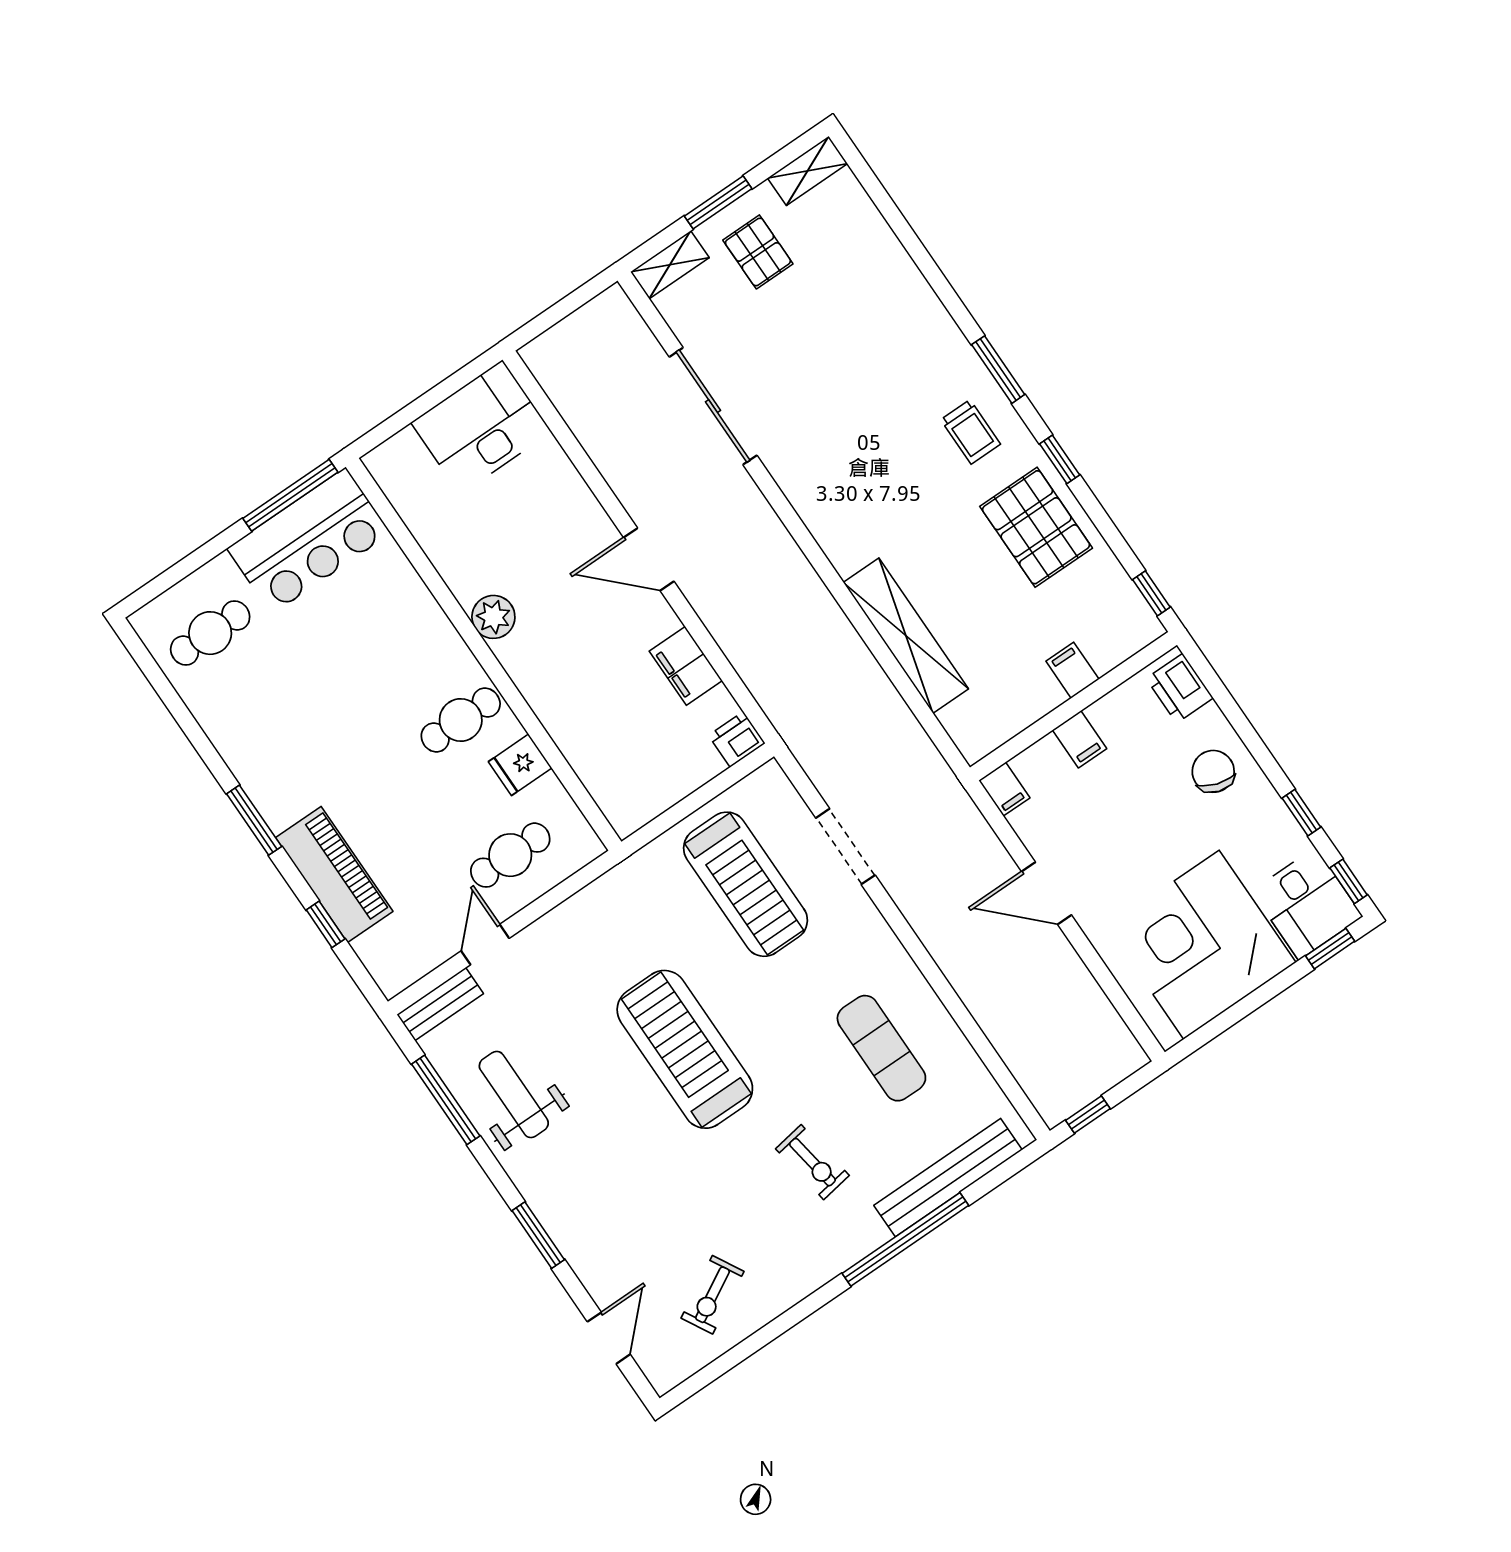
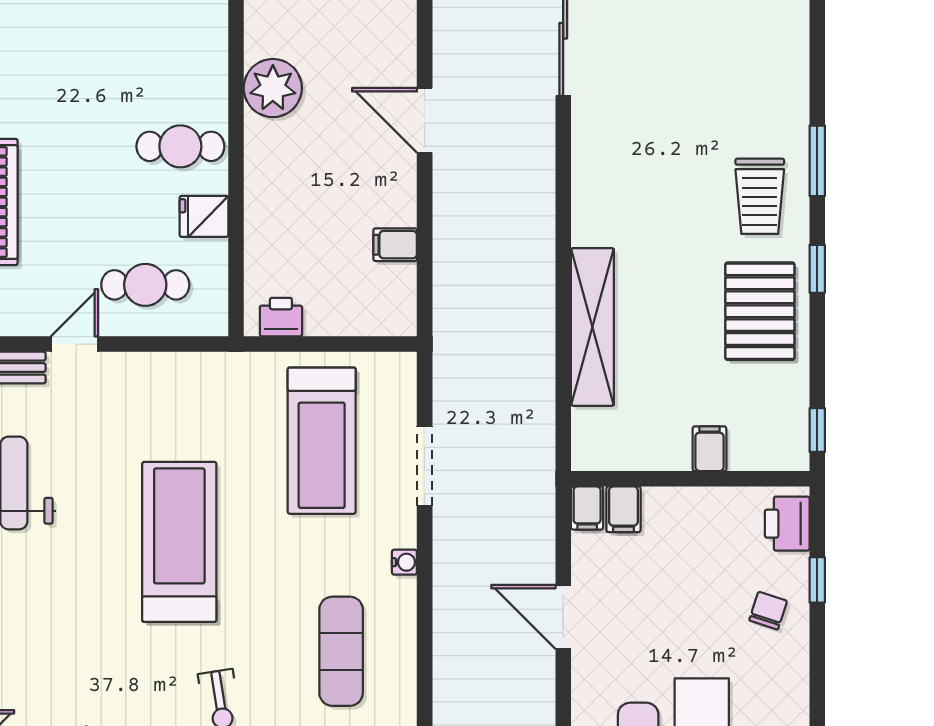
trolley: (971, 432) -> (760, 196), width x1.36, depth x1.39
plant: (493, 617) -> (273, 88), width x1.36, depth x1.36
filing cabinet: (686, 666) -> (395, 245), width x0.50
printer: (737, 739) -> (281, 317), moved
filing cabinet: (1080, 739) -> (623, 509), moved
chair: (1213, 771) -> (768, 611), width x0.73, depth x0.73
window: (1301, 813) -> (817, 580), moved
water cooler: (884, 938) -> (404, 562), added

